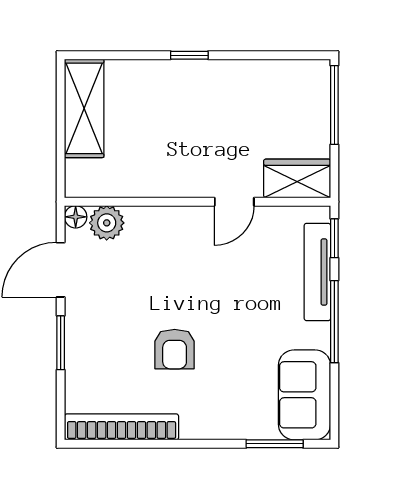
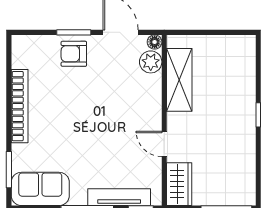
shelving: (84, 108) -> (179, 80), moved, turned 90
armchair: (175, 349) -> (74, 54), moved
bookcase: (122, 427) -> (20, 106), moved

